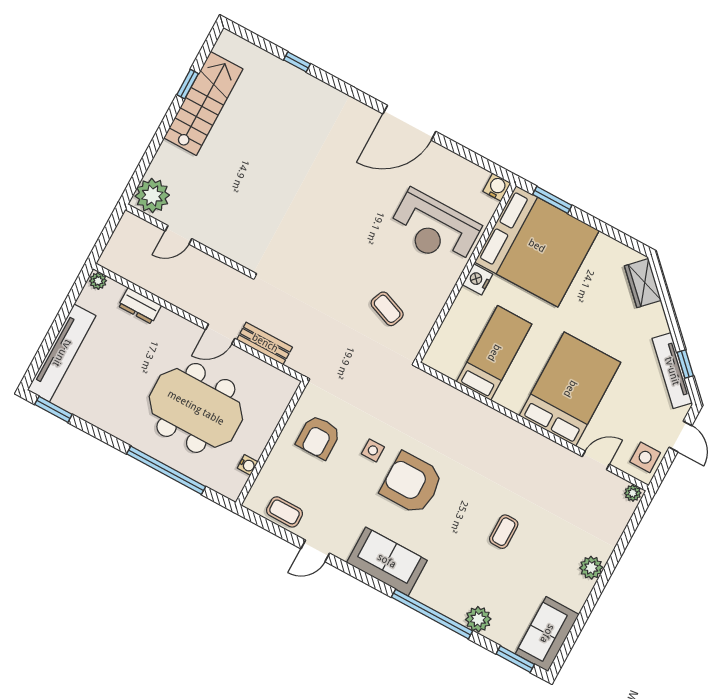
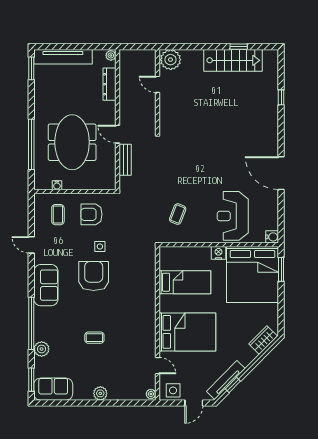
dresser: (140, 306) -> (110, 84), width x1.44
coffee table: (285, 512) -> (58, 215), moved

